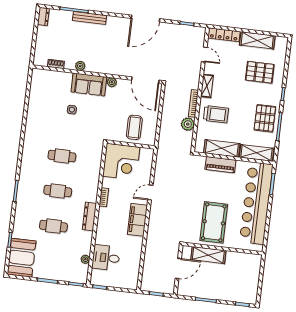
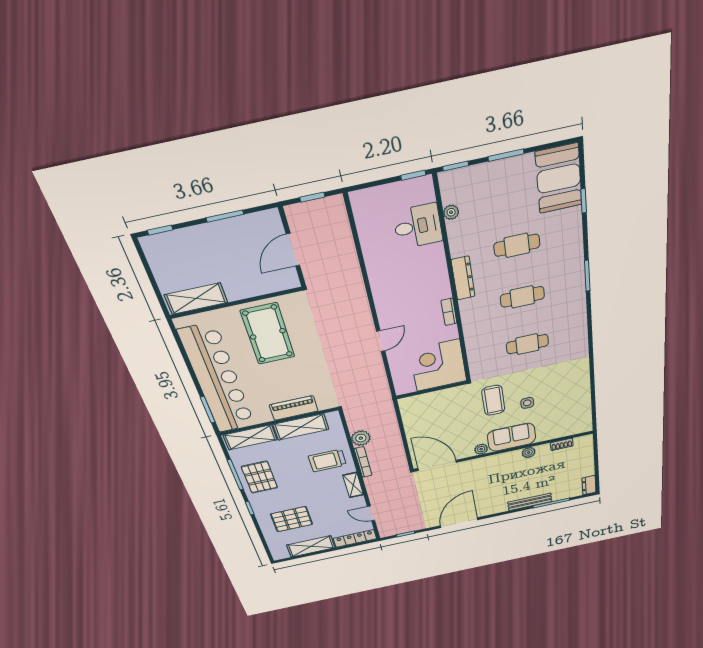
coffee table: (134, 127) -> (493, 400), moved
filing cabinet: (137, 220) -> (387, 298), removed
shelving: (208, 255) -> (196, 299), moved

